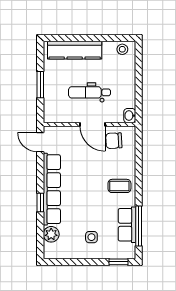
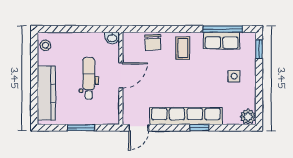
dental chair: (89, 92) -> (89, 78), turned 180
chair: (114, 141) -> (153, 42), moved
plant: (51, 234) -> (248, 117), moved

